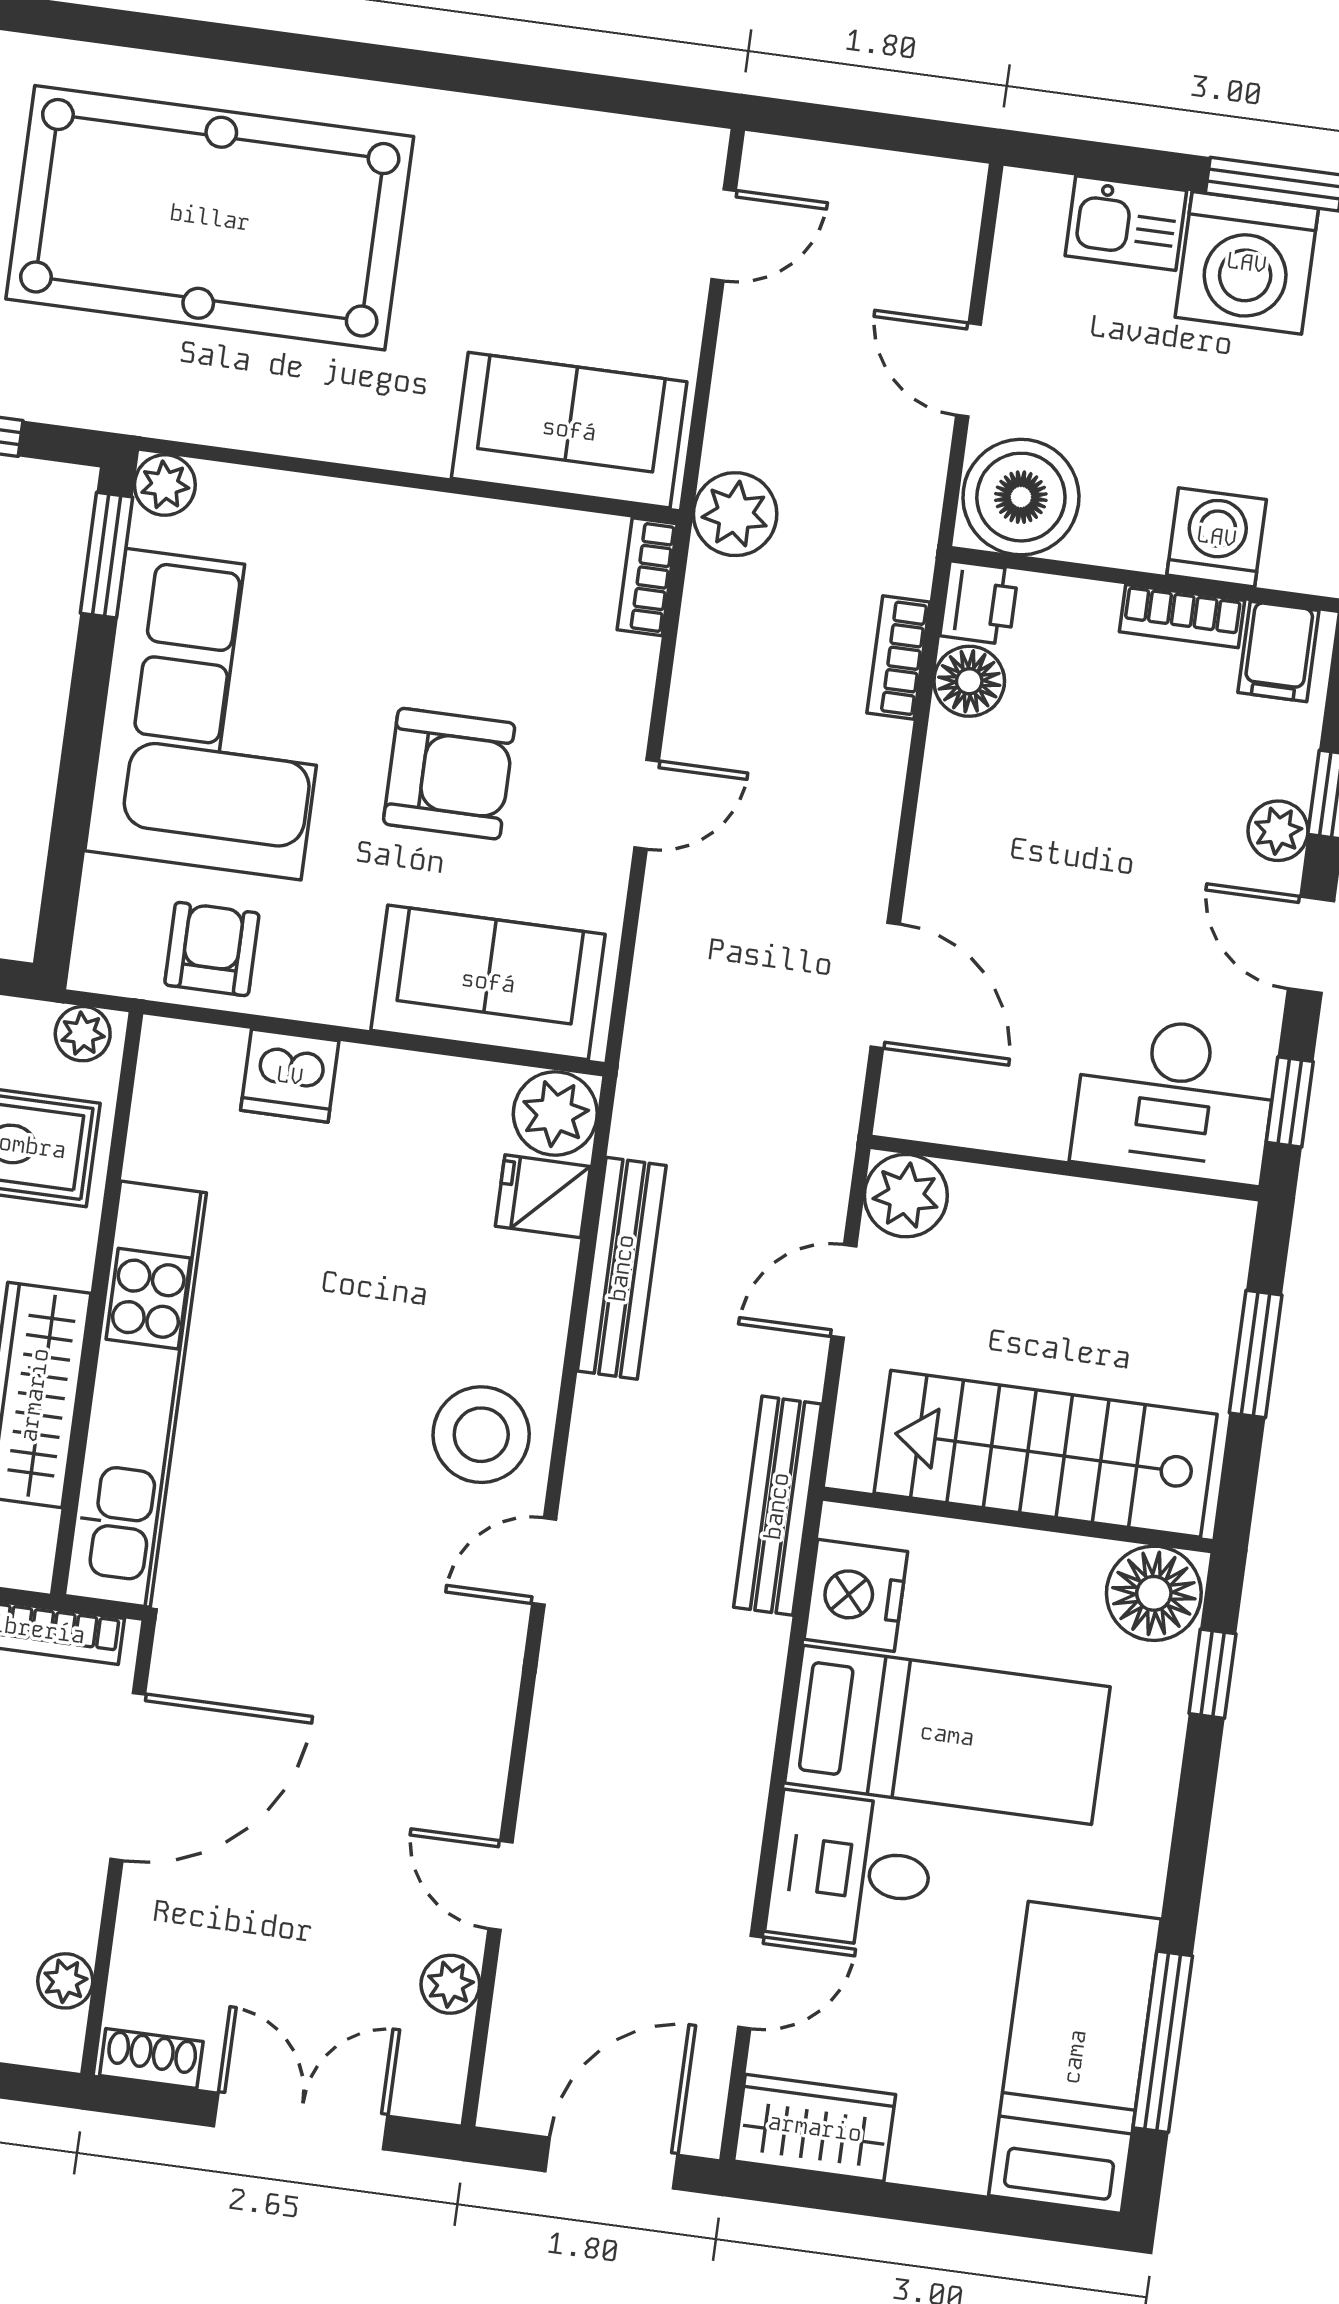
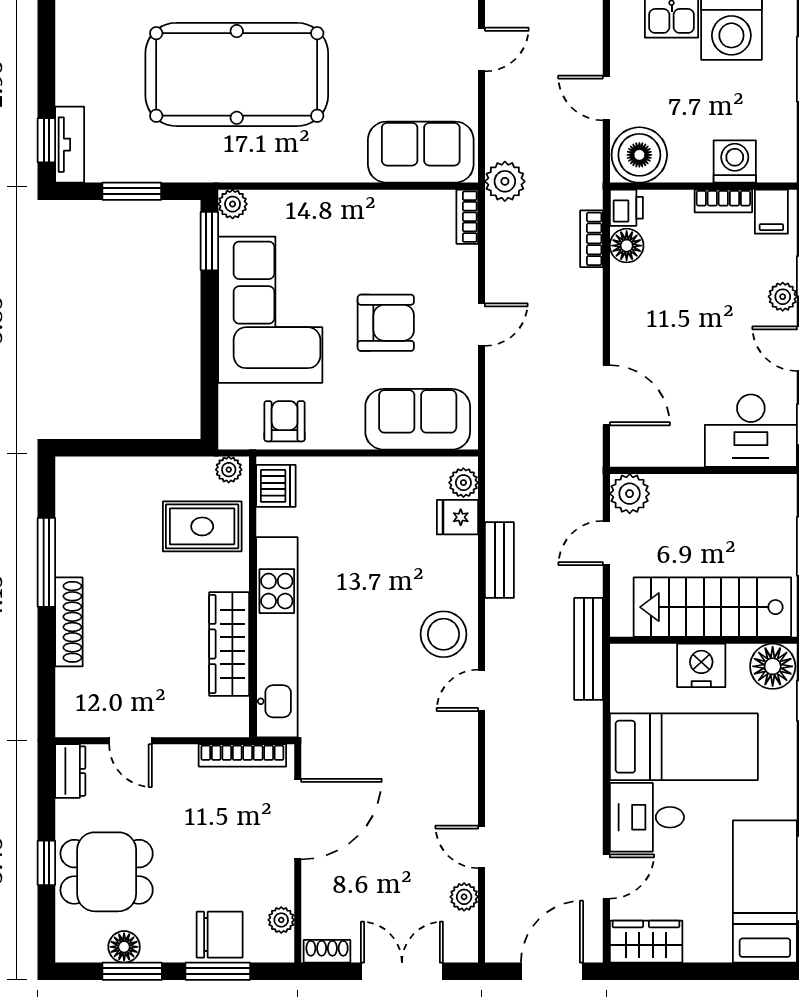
dishwasher: (290, 1076) -> (276, 486), moved, turned -90
plant: (555, 1113) -> (463, 483), width x0.73, depth x0.73
bench: (622, 1268) -> (499, 560), width x0.73
nightstand: (856, 1595) -> (701, 665), moved, turned 90

